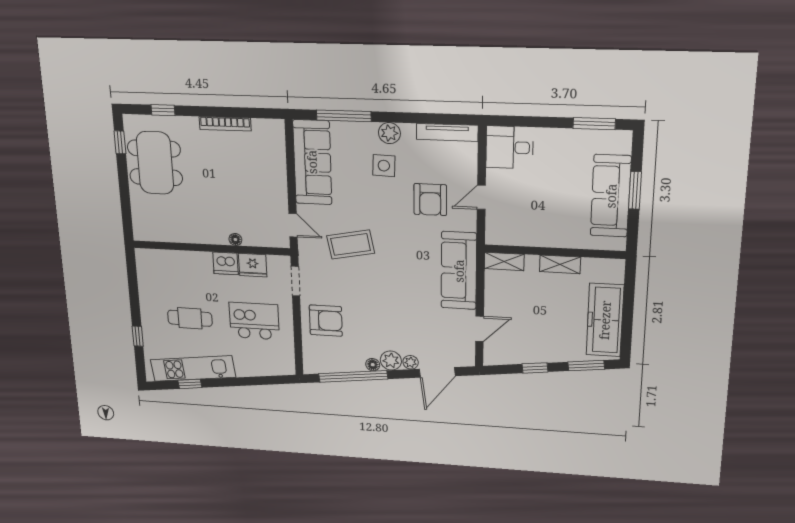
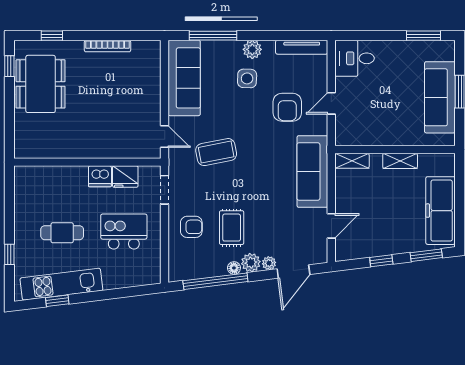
floor lamp: (235, 239) -> (111, 153), removed
armchair: (326, 321) -> (191, 227), width x0.72, depth x0.72
rug: (369, 324) -> (232, 228), added

